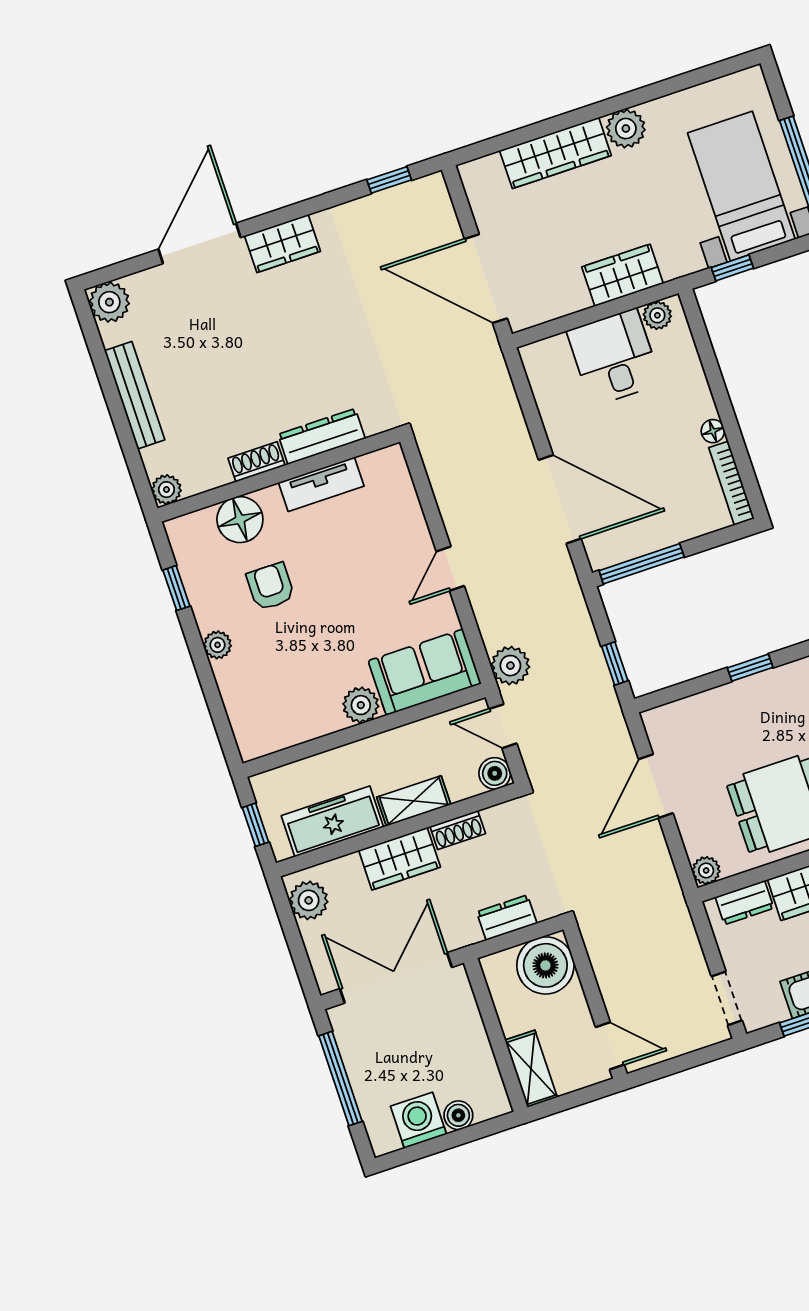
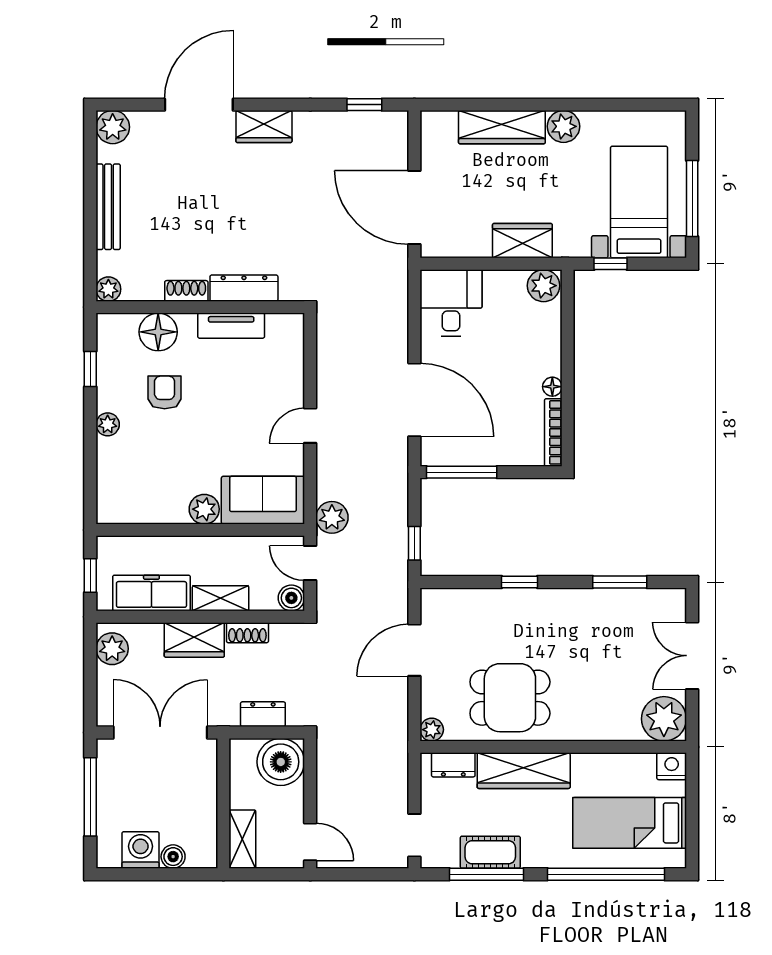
plant: (657, 315) -> (544, 286), width x1.38, depth x1.38
desk: (614, 357) -> (451, 303), moved

